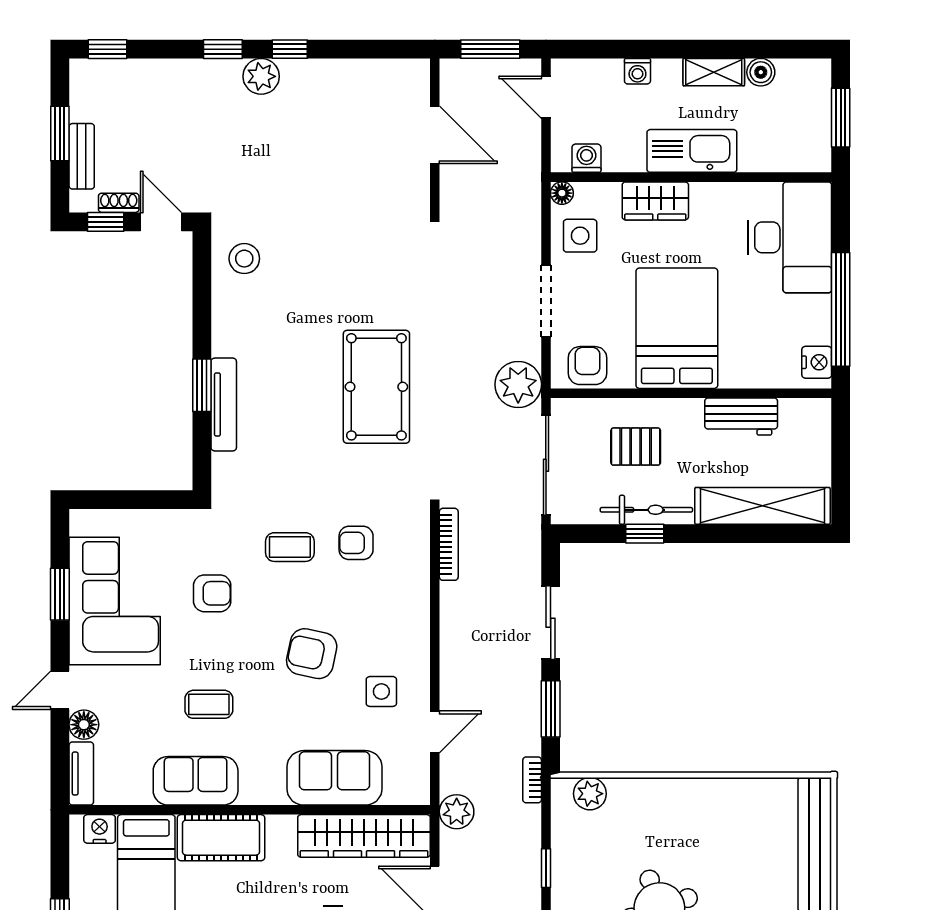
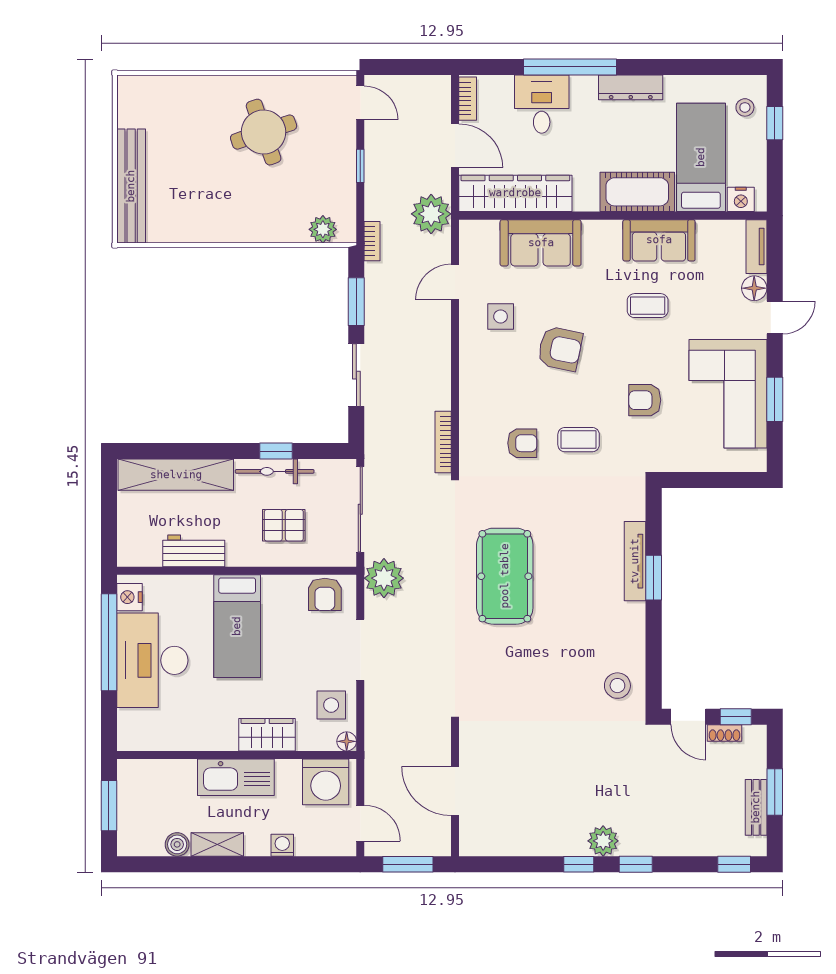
bench: (82, 156) -> (756, 807), moved
washing machine: (586, 158) -> (326, 782), width x1.89, depth x1.89
desk: (790, 237) -> (152, 660), moved
bed: (677, 328) -> (237, 626), width x0.67
plant: (457, 812) -> (431, 214), width x1.36, depth x1.36

